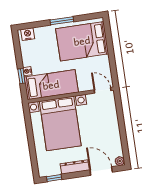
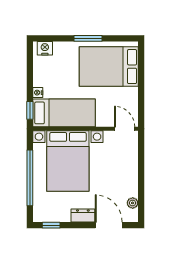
window: (21, 76) -> (30, 110), moved
window: (31, 142) -> (30, 178), added
plant: (120, 161) -> (133, 203), moved
dresser: (75, 167) -> (83, 216), width x0.70

